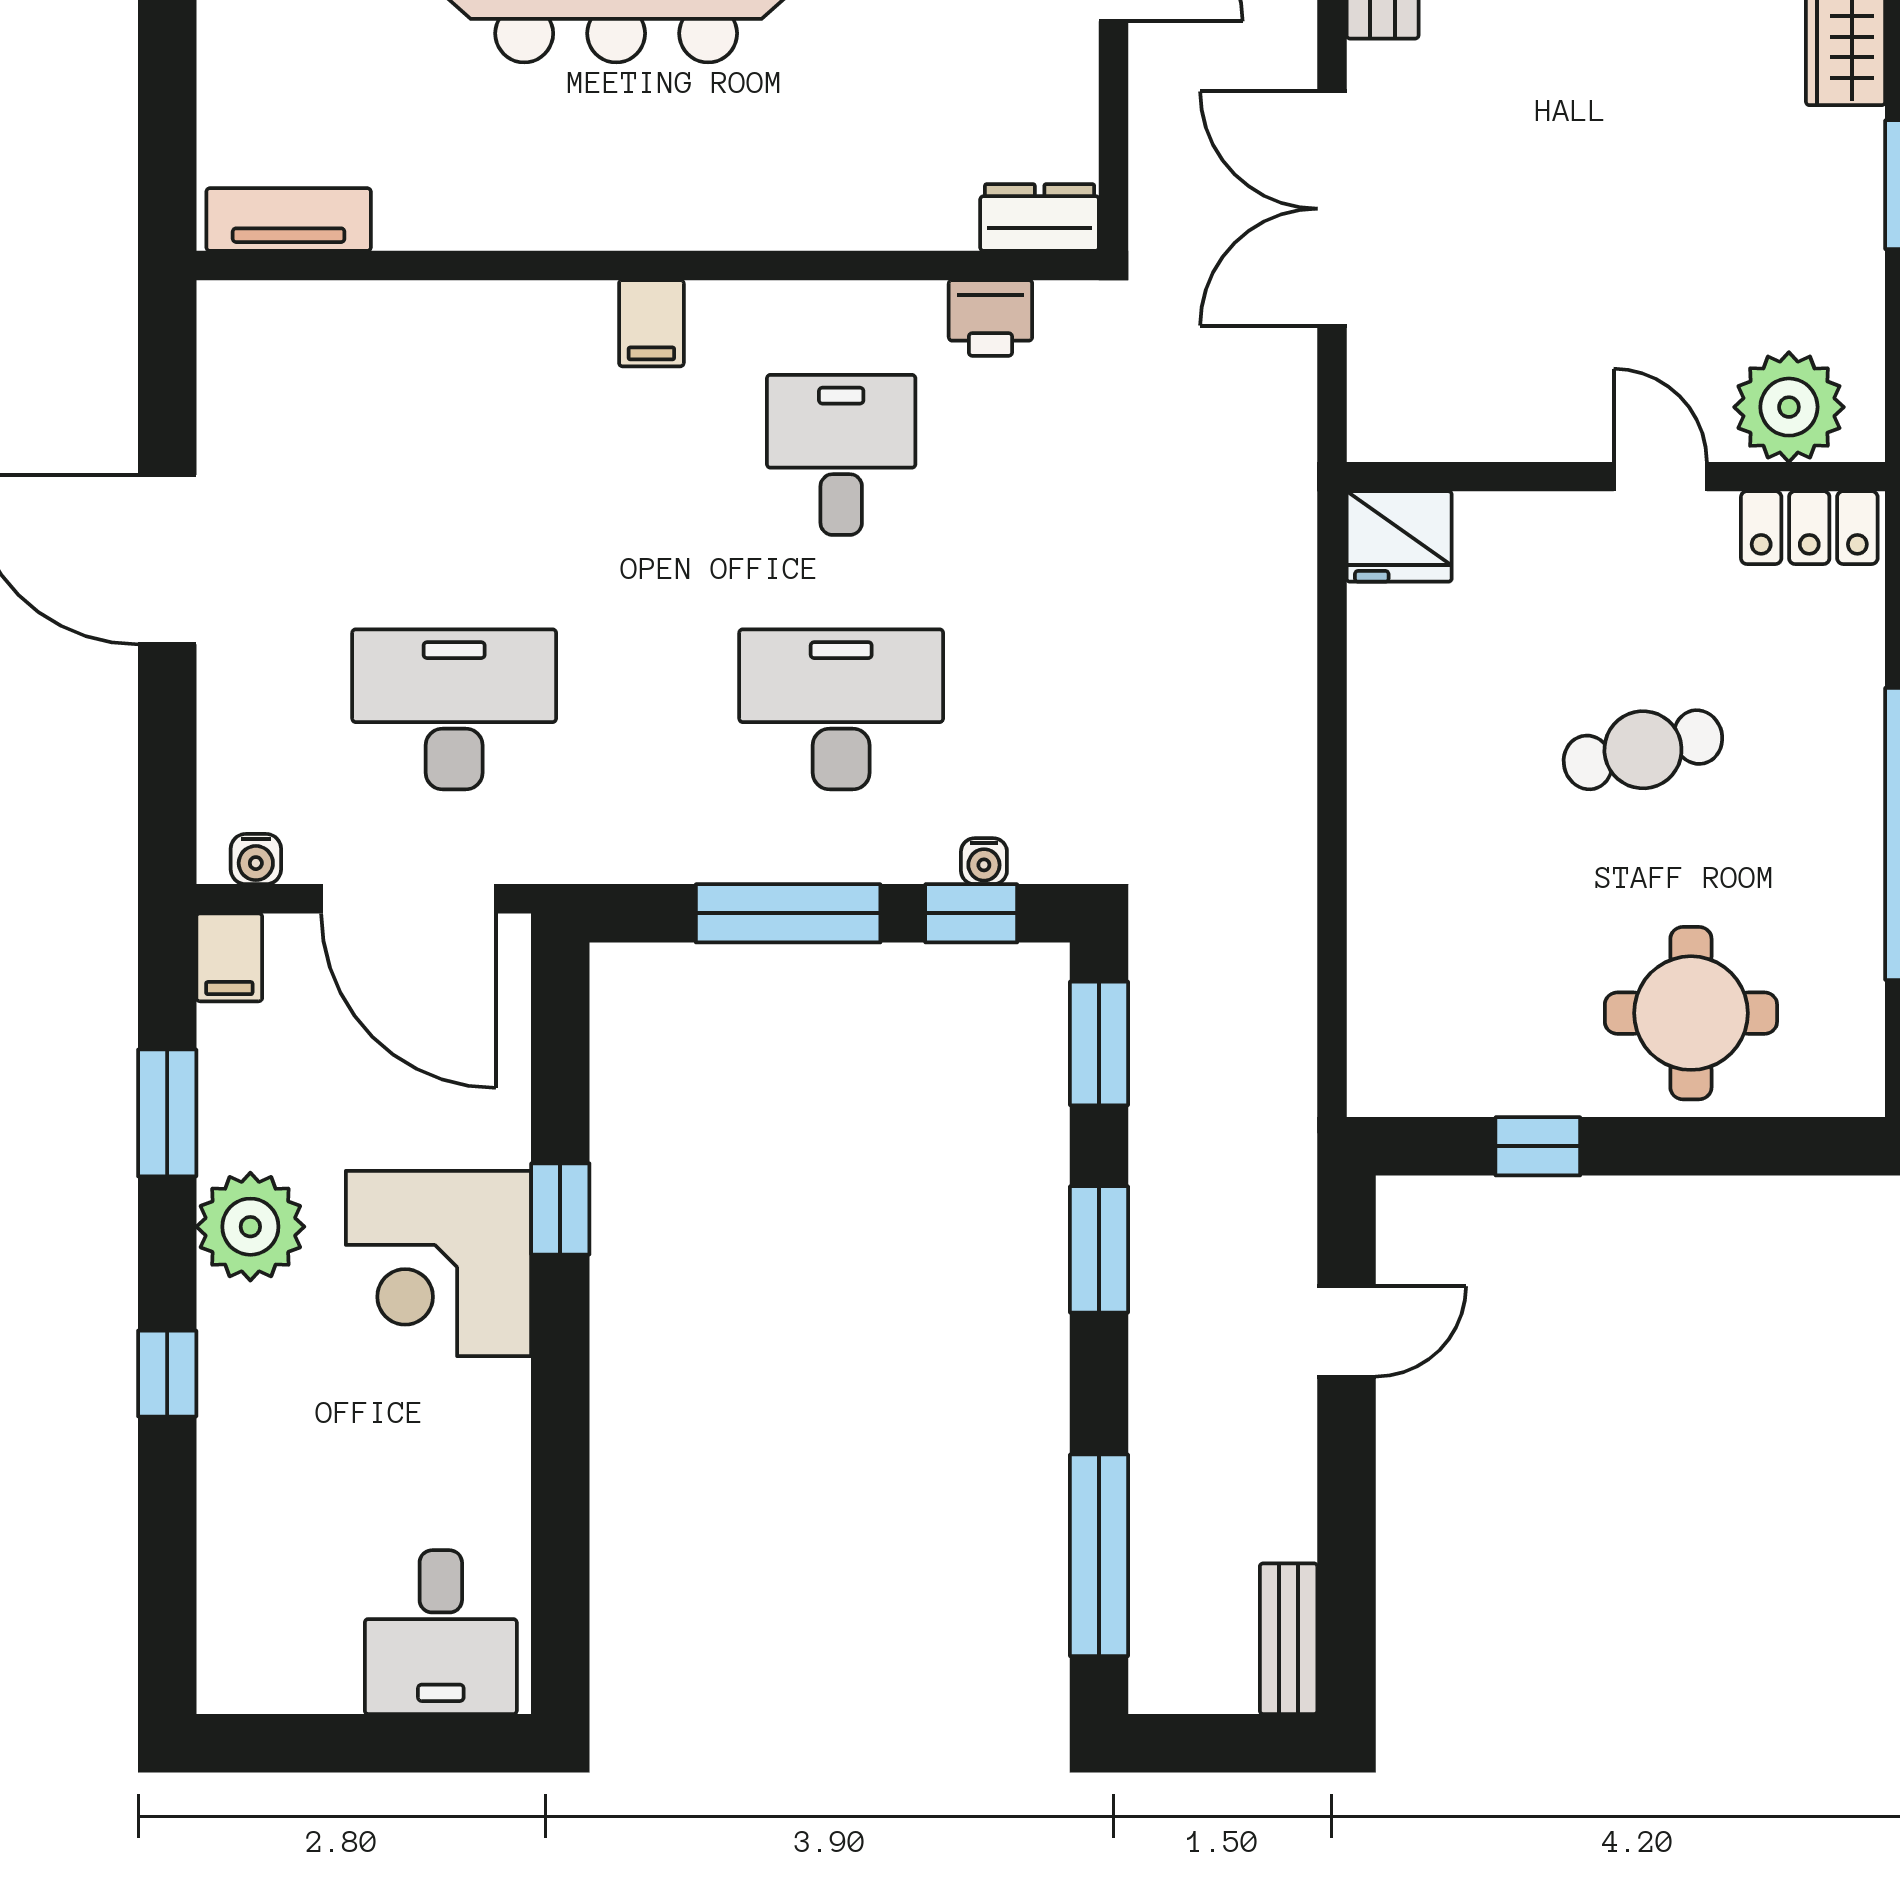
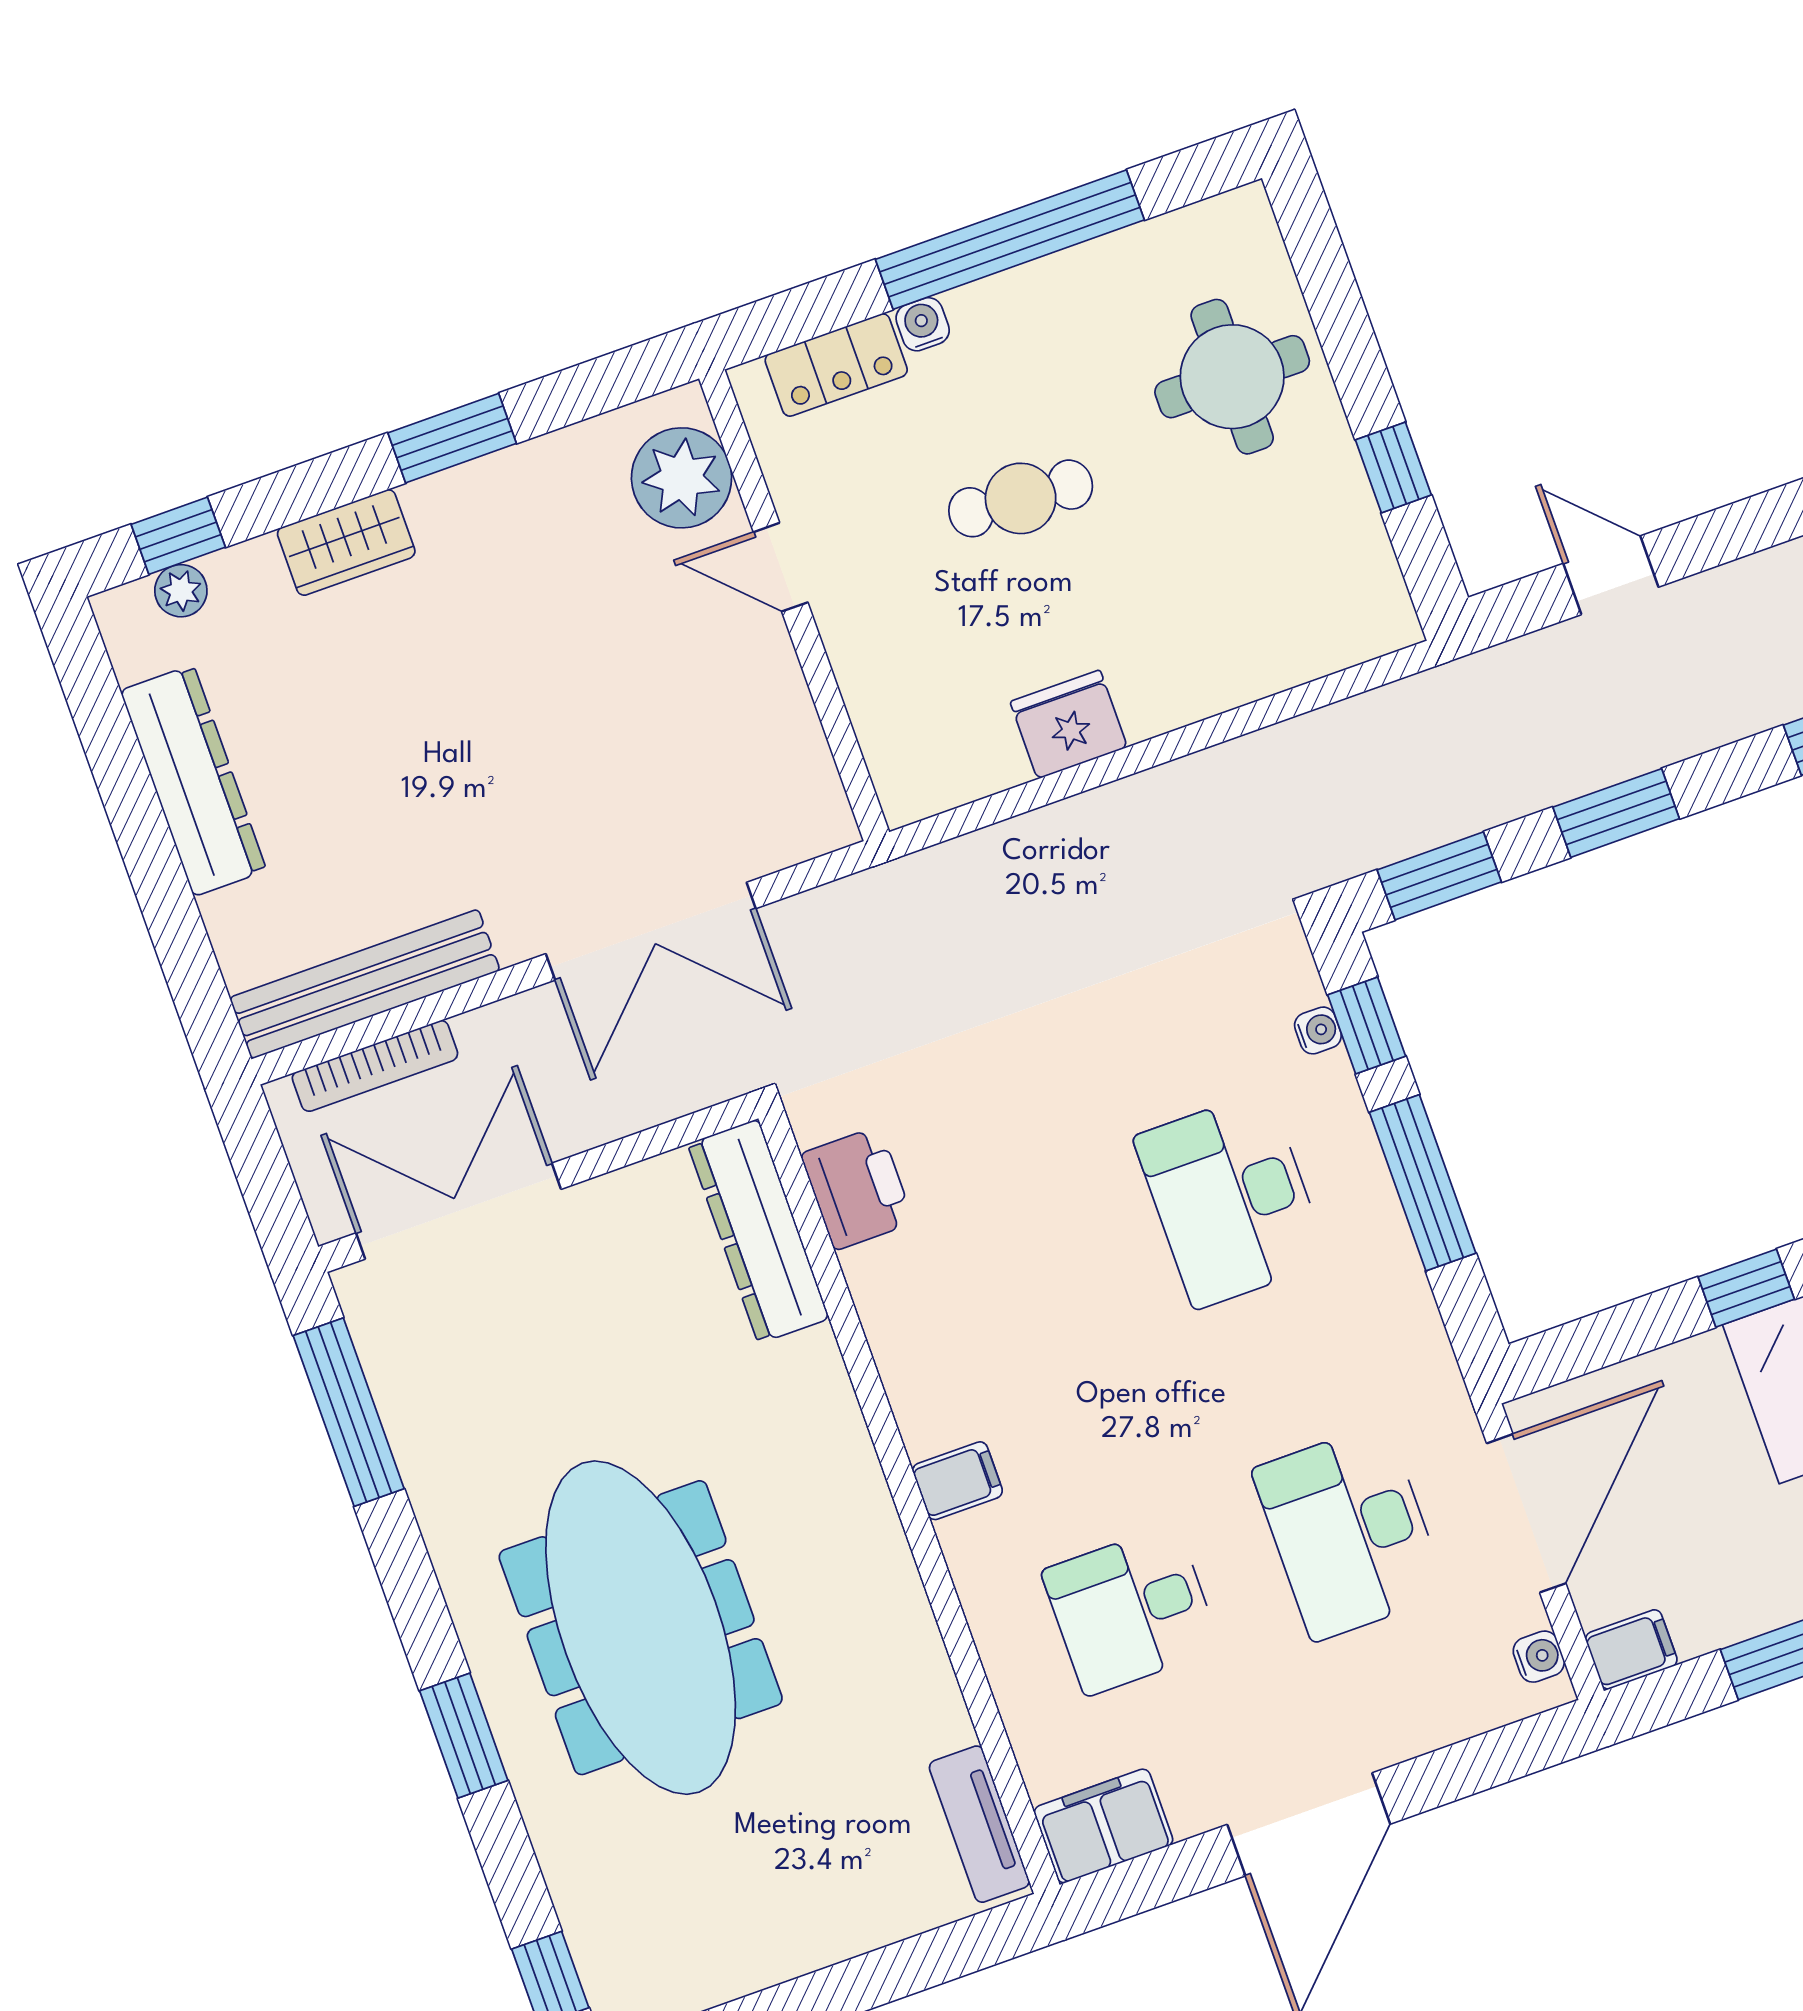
dresser: (1040, 217) -> (758, 1231), width x1.96, depth x1.24
printer: (990, 318) -> (857, 1188), width x1.36, depth x1.24
filing cabinet: (241, 347) -> (1104, 1826), added
desk: (841, 455) -> (1131, 1610), moved
door: (1660, 477) -> (781, 567), hinge flipped
locker: (1809, 528) -> (836, 365), moved, turned 90
fridge: (1399, 536) -> (1069, 724), moved, turned -90
water cooler: (1859, 713) -> (923, 324), added
cafe table: (1643, 750) -> (1021, 498), turned -73

